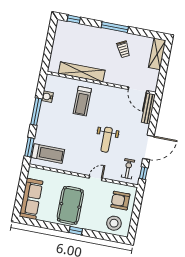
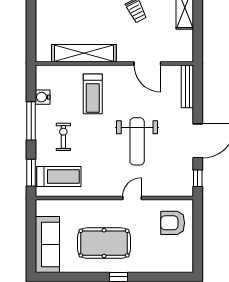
door: (138, 90) -> (147, 64), moved
weight bench: (107, 140) -> (137, 141), width x1.36, depth x1.33
exercise bike: (128, 169) -> (63, 137), moved
pool table: (70, 205) -> (104, 243), turned 90
stool: (114, 223) -> (170, 256), removed

